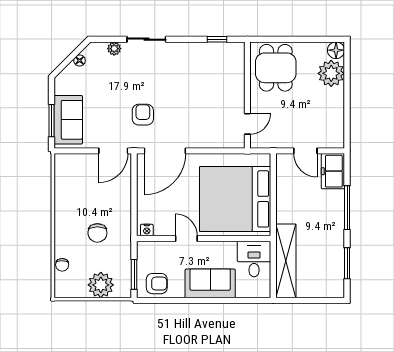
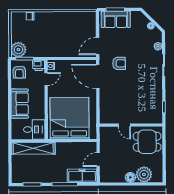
floor lamp: (336, 50) -> (130, 177), moved
door: (247, 124) -> (124, 125), moved
door: (113, 151) -> (98, 46), hinge flipped
freezer: (333, 171) -> (82, 176), width x1.40
chair: (97, 233) -> (49, 37), removed
door: (186, 238) -> (46, 79), moved
printer: (146, 251) -> (39, 65), added
plant: (101, 285) -> (18, 50), moved

